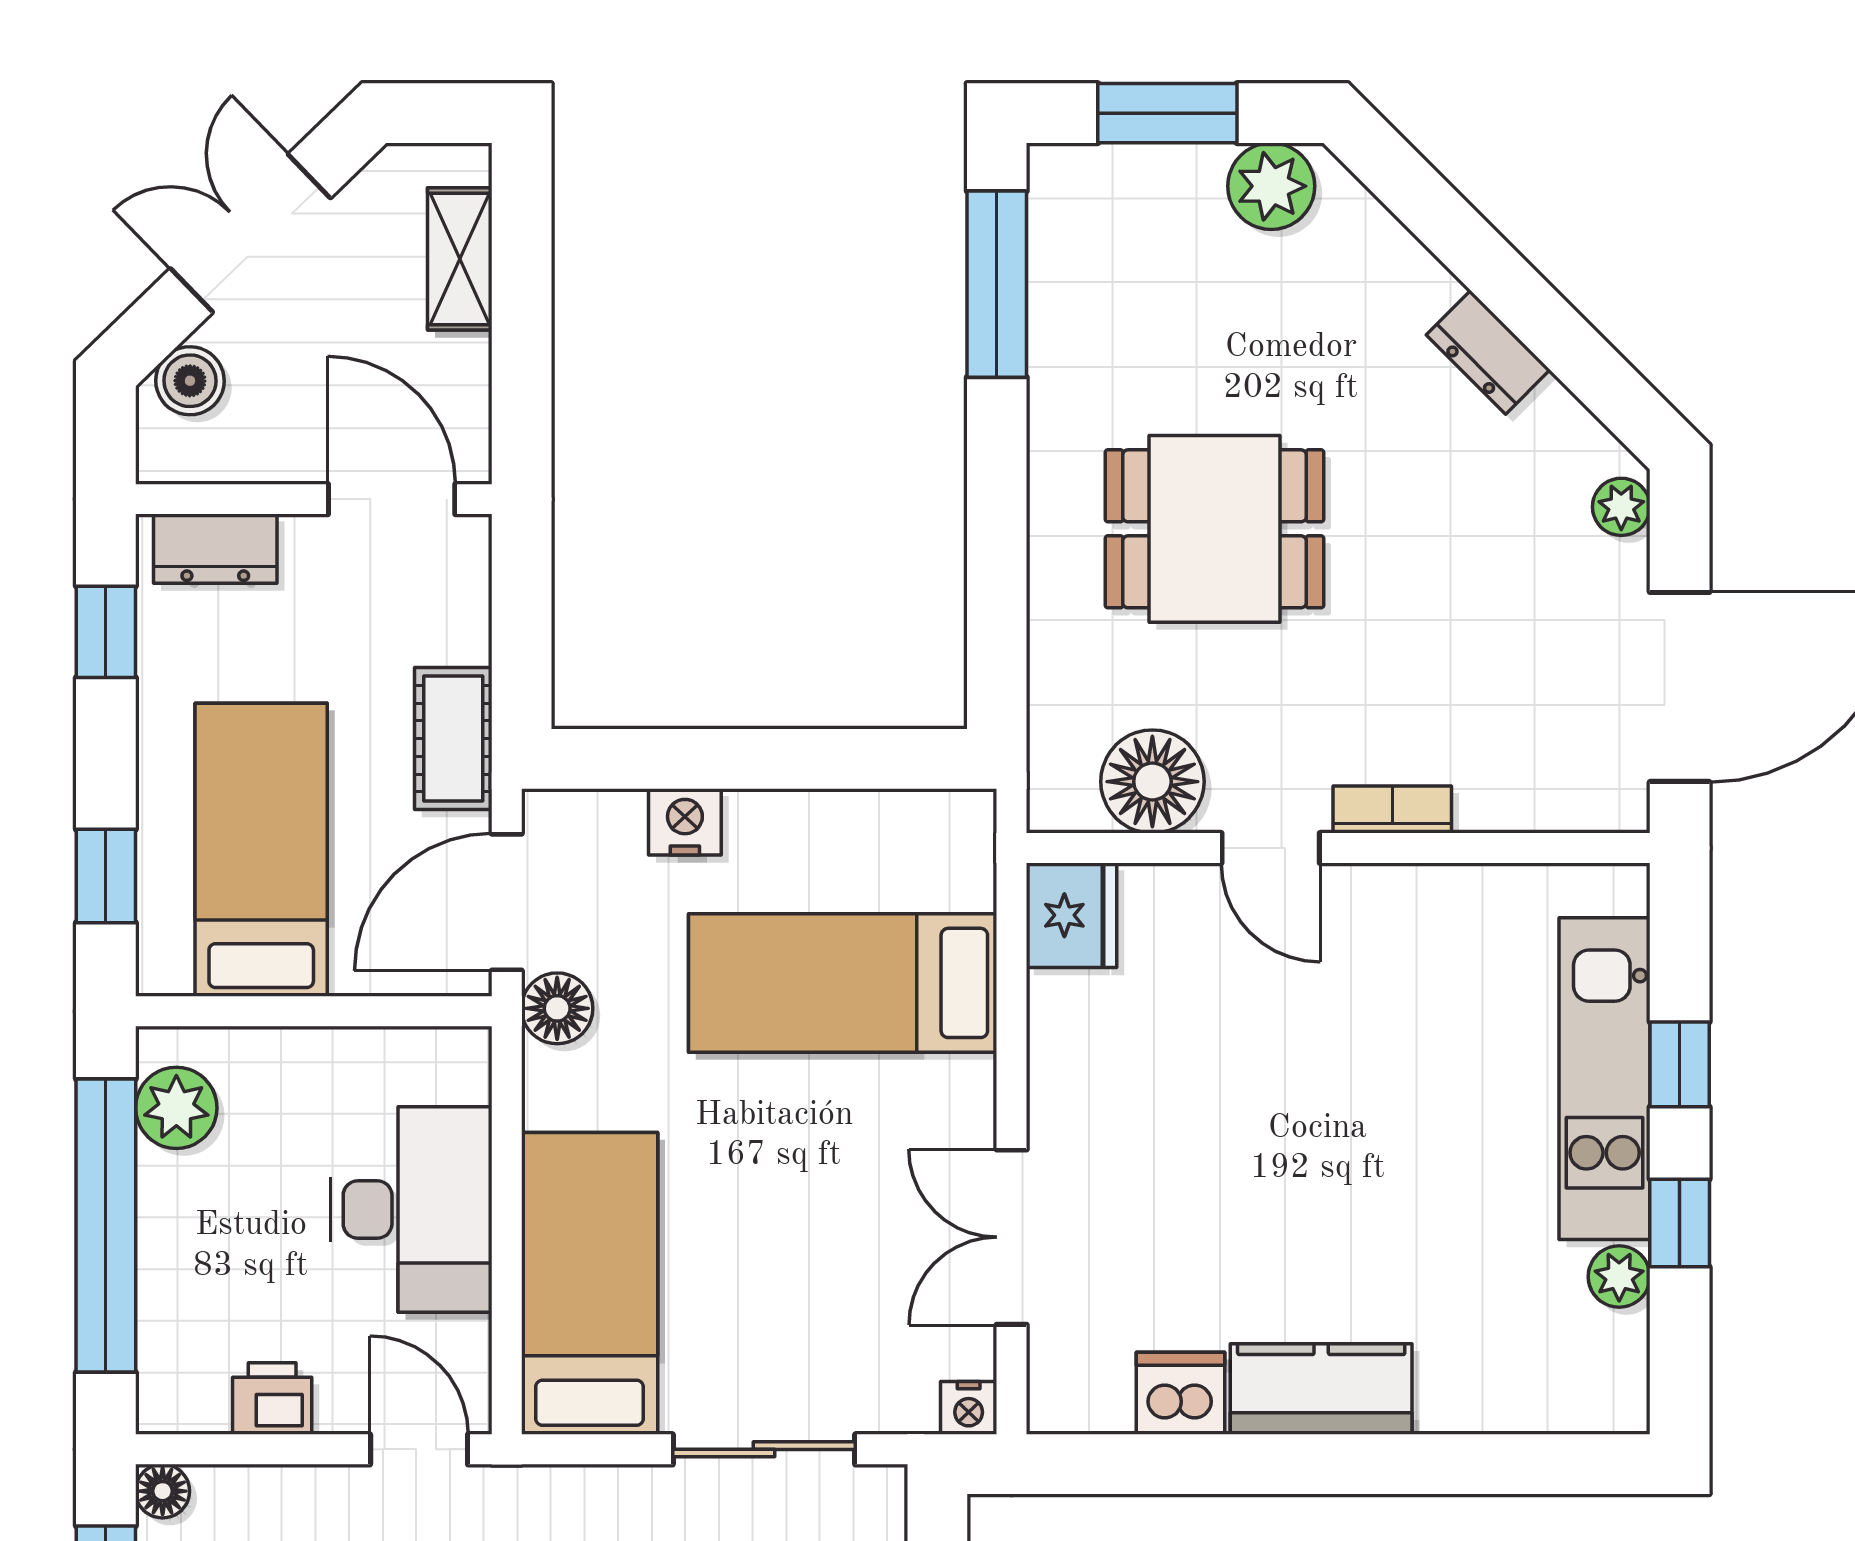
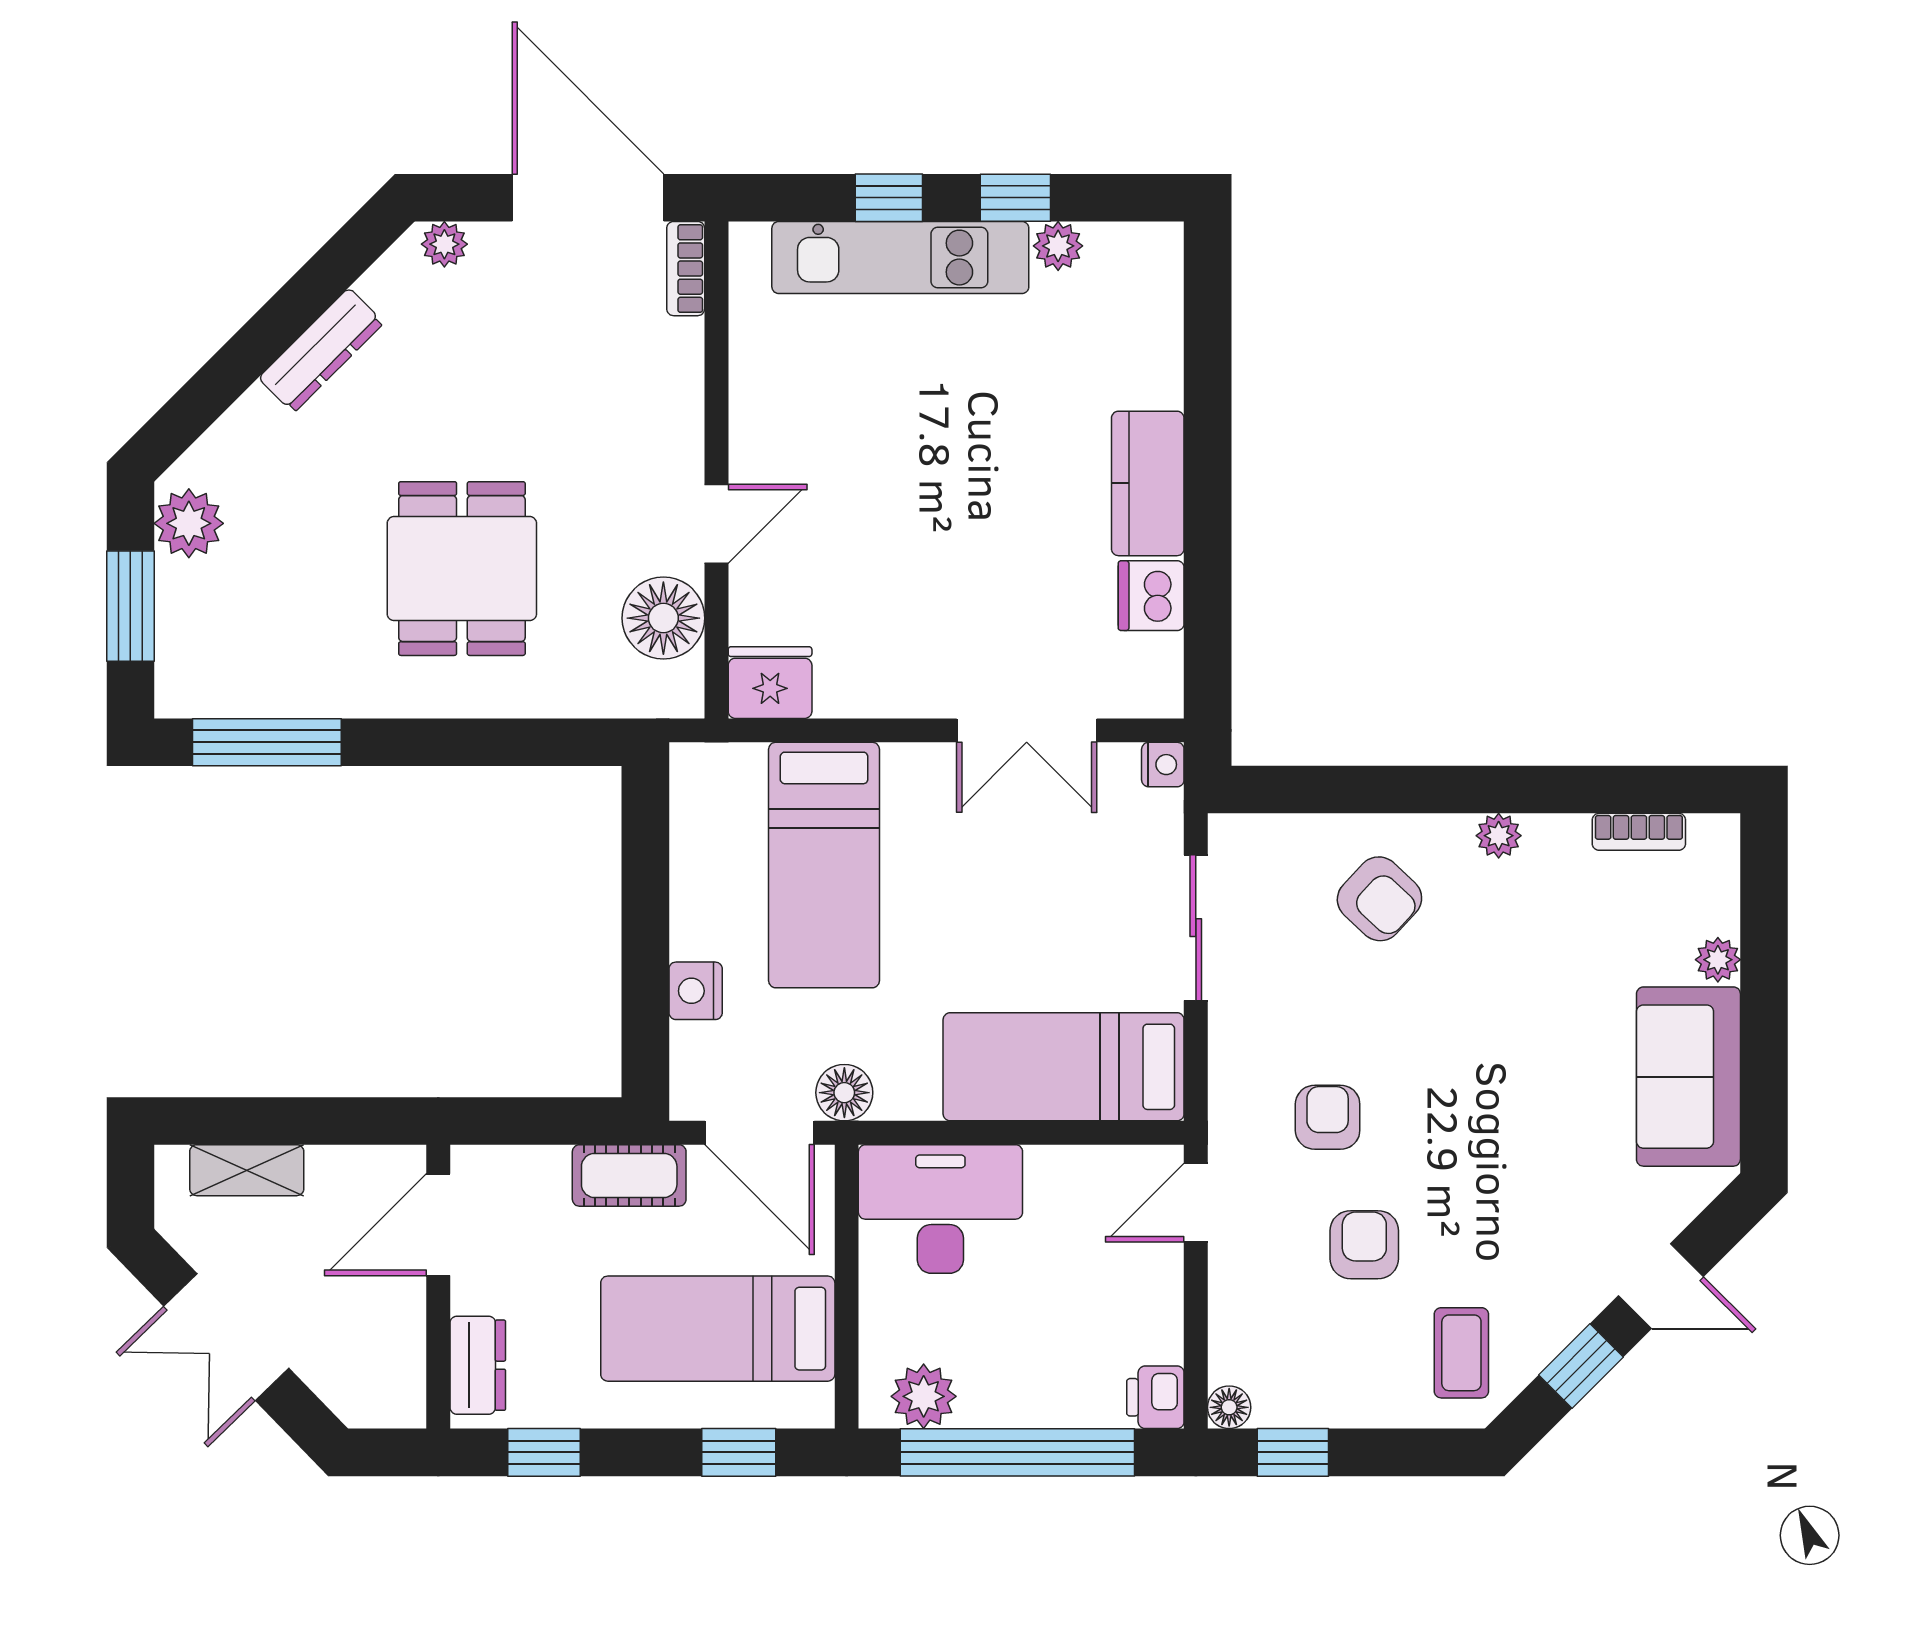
dresser: (1488, 352) -> (321, 350), width x1.44
boiler: (190, 381) -> (344, 1385), removed
bookcase: (1392, 809) -> (686, 269), moved
desk: (411, 1210) -> (940, 1209), moved
printer: (272, 1399) -> (1155, 1397), moved

